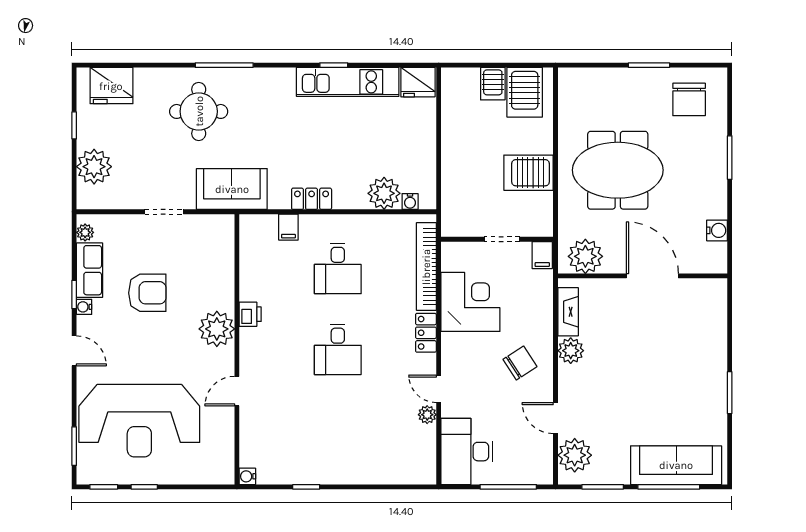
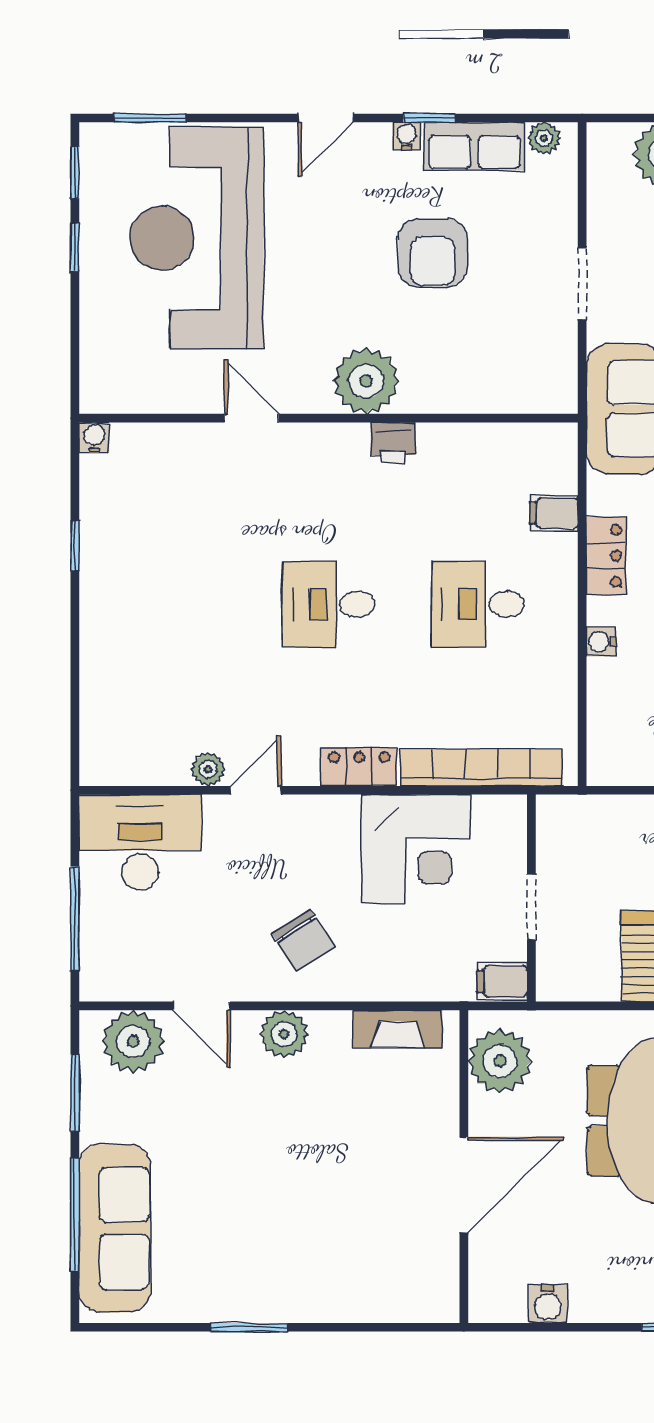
plant: (384, 193) -> (616, 690), removed
water cooler: (410, 202) -> (601, 642), moved
plant: (571, 351) -> (284, 1034), moved
door: (555, 418) -> (202, 1006), swing flipped

